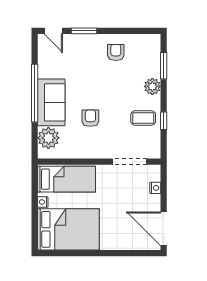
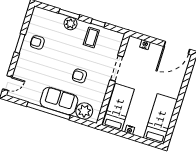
window: (84, 31) -> (20, 43), moved
window: (164, 66) -> (69, 14), moved
doorway: (130, 162) -> (117, 68), moved
bed: (68, 229) -> (160, 119), width x0.67

